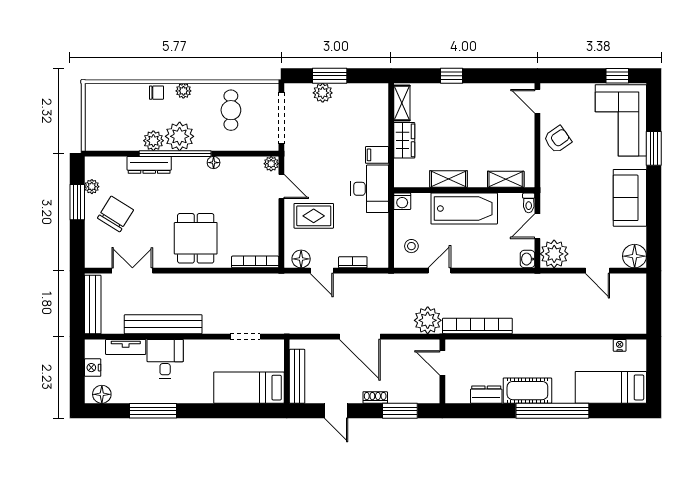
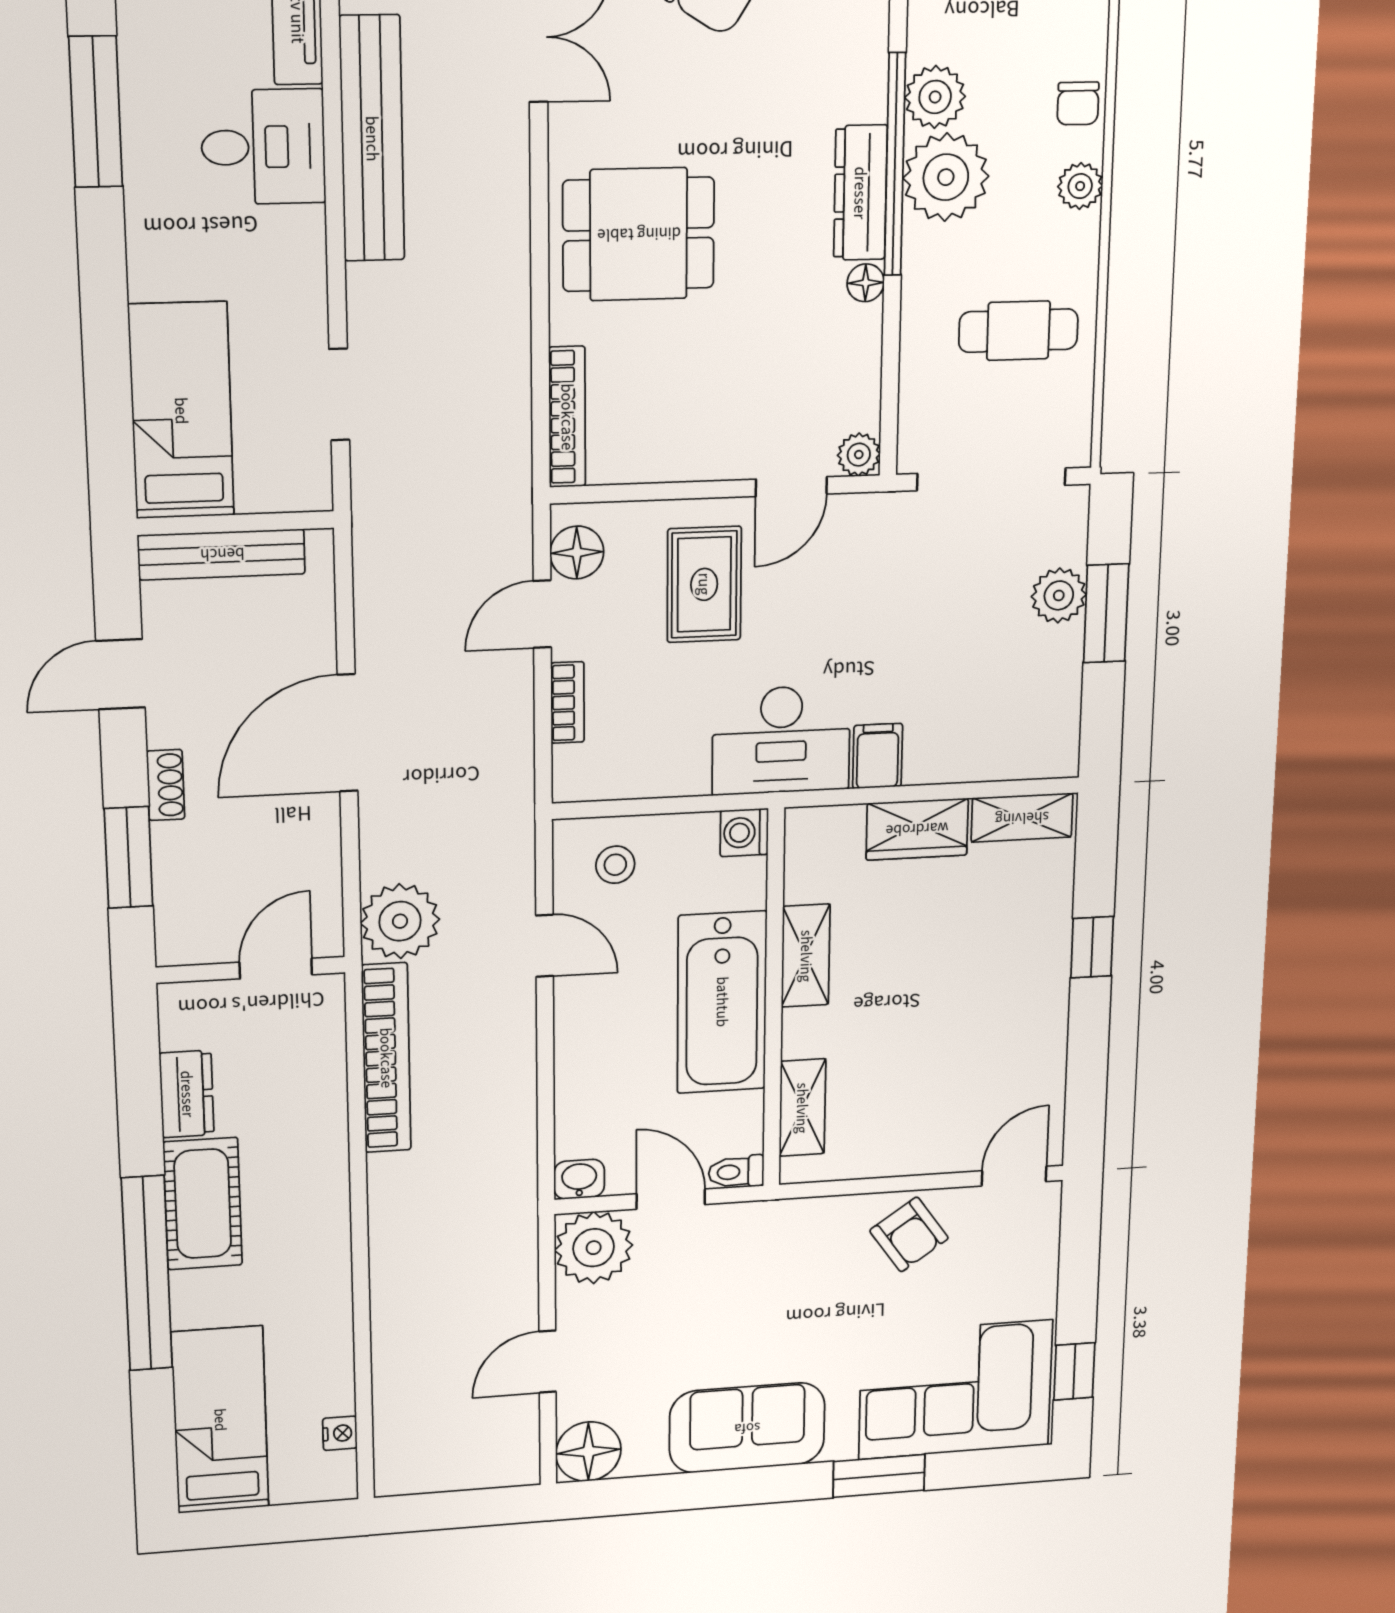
dresser: (149, 165) -> (860, 193), moved

